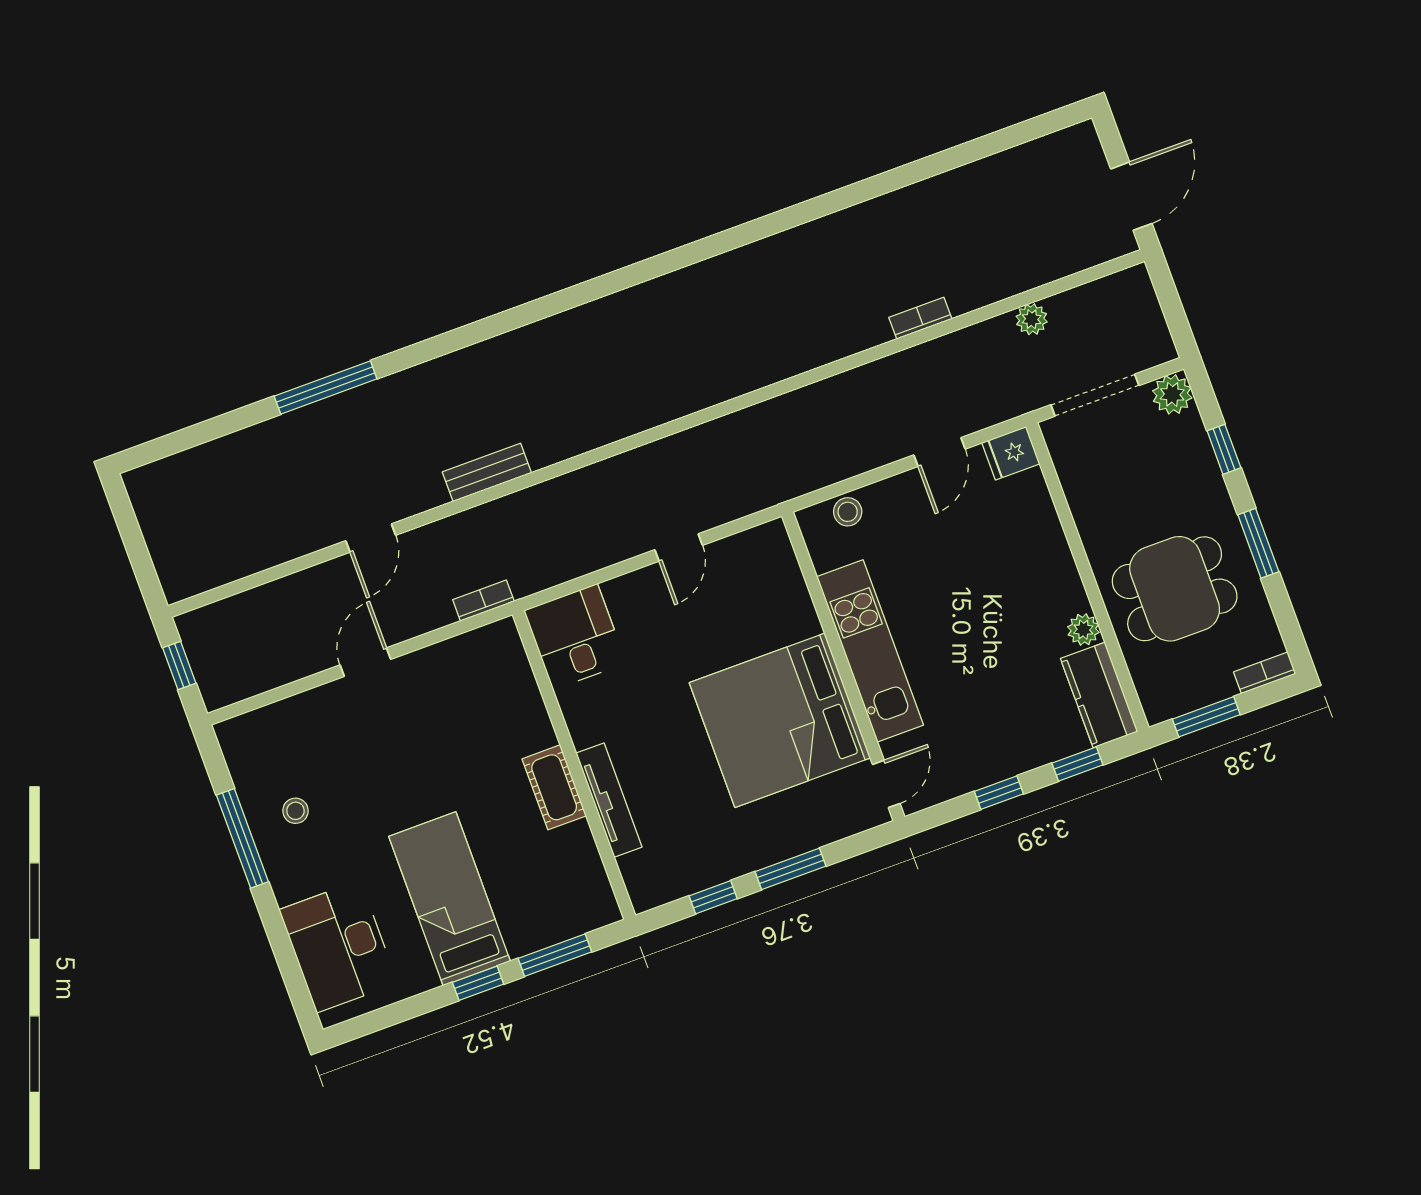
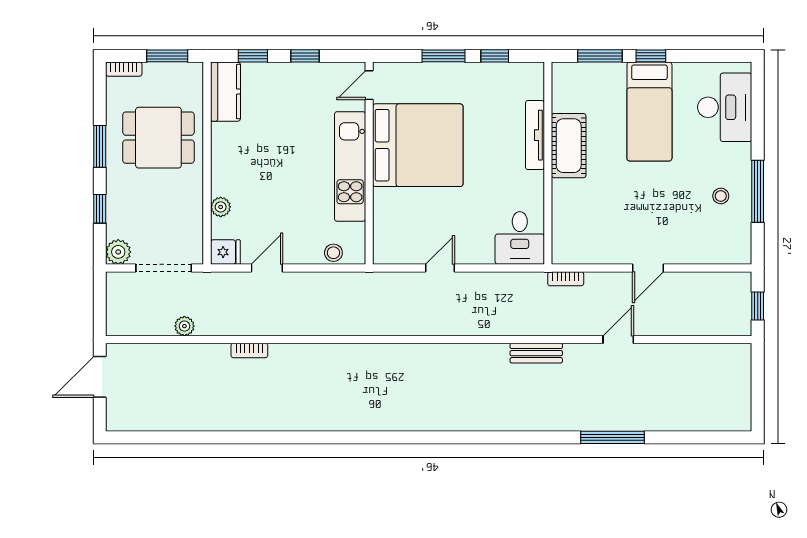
plant: (1083, 630) -> (221, 207), moved
cot: (554, 787) -> (569, 146), width x1.37, depth x1.34

